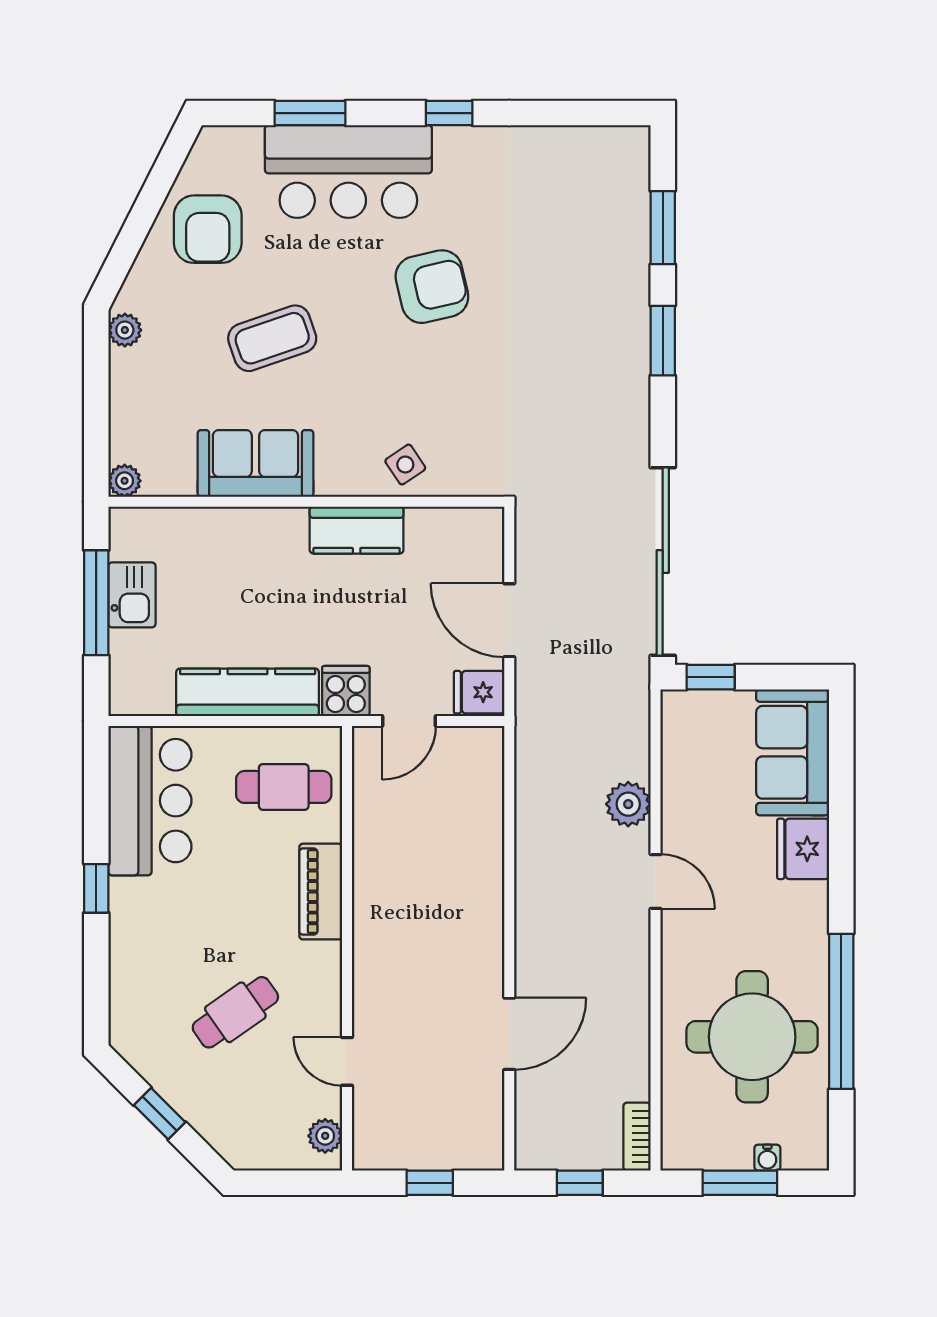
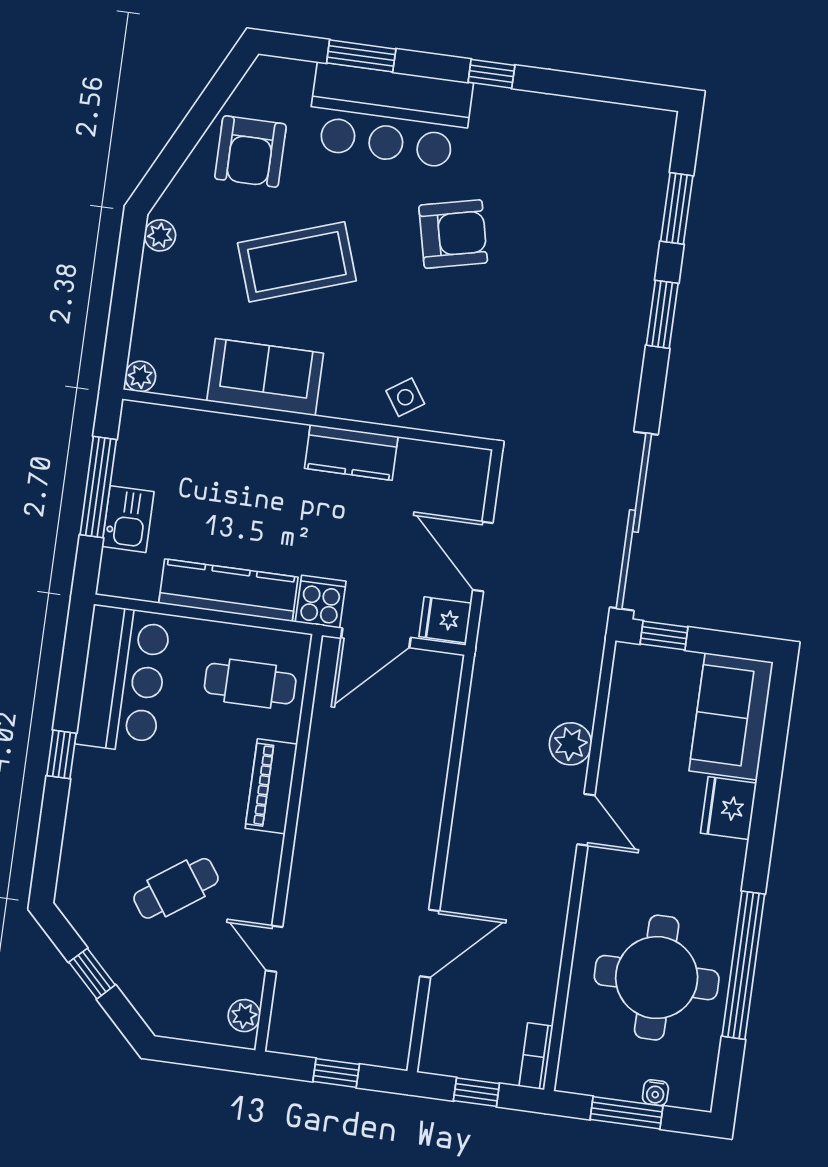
coffee table: (272, 338) -> (297, 262), width x1.36, depth x1.32
kitchen sink: (132, 595) -> (128, 519), moved
door: (409, 721) -> (376, 638), width x1.38

